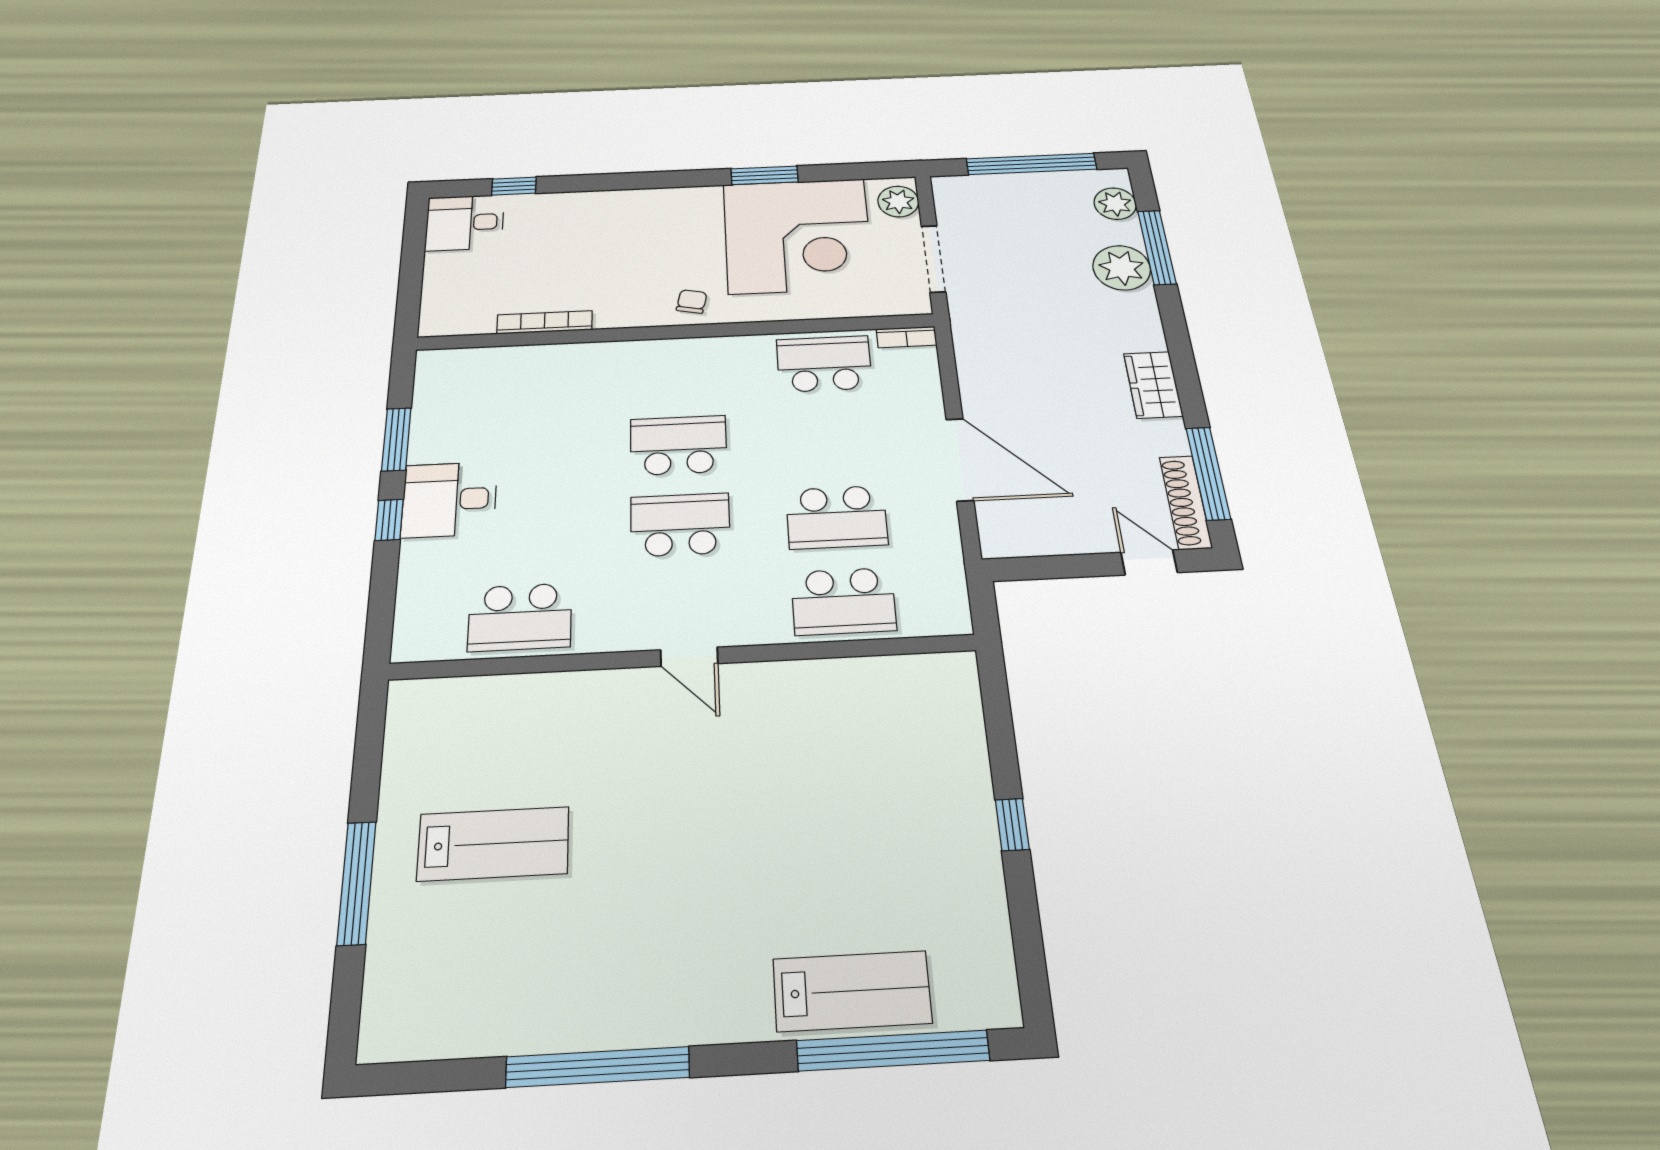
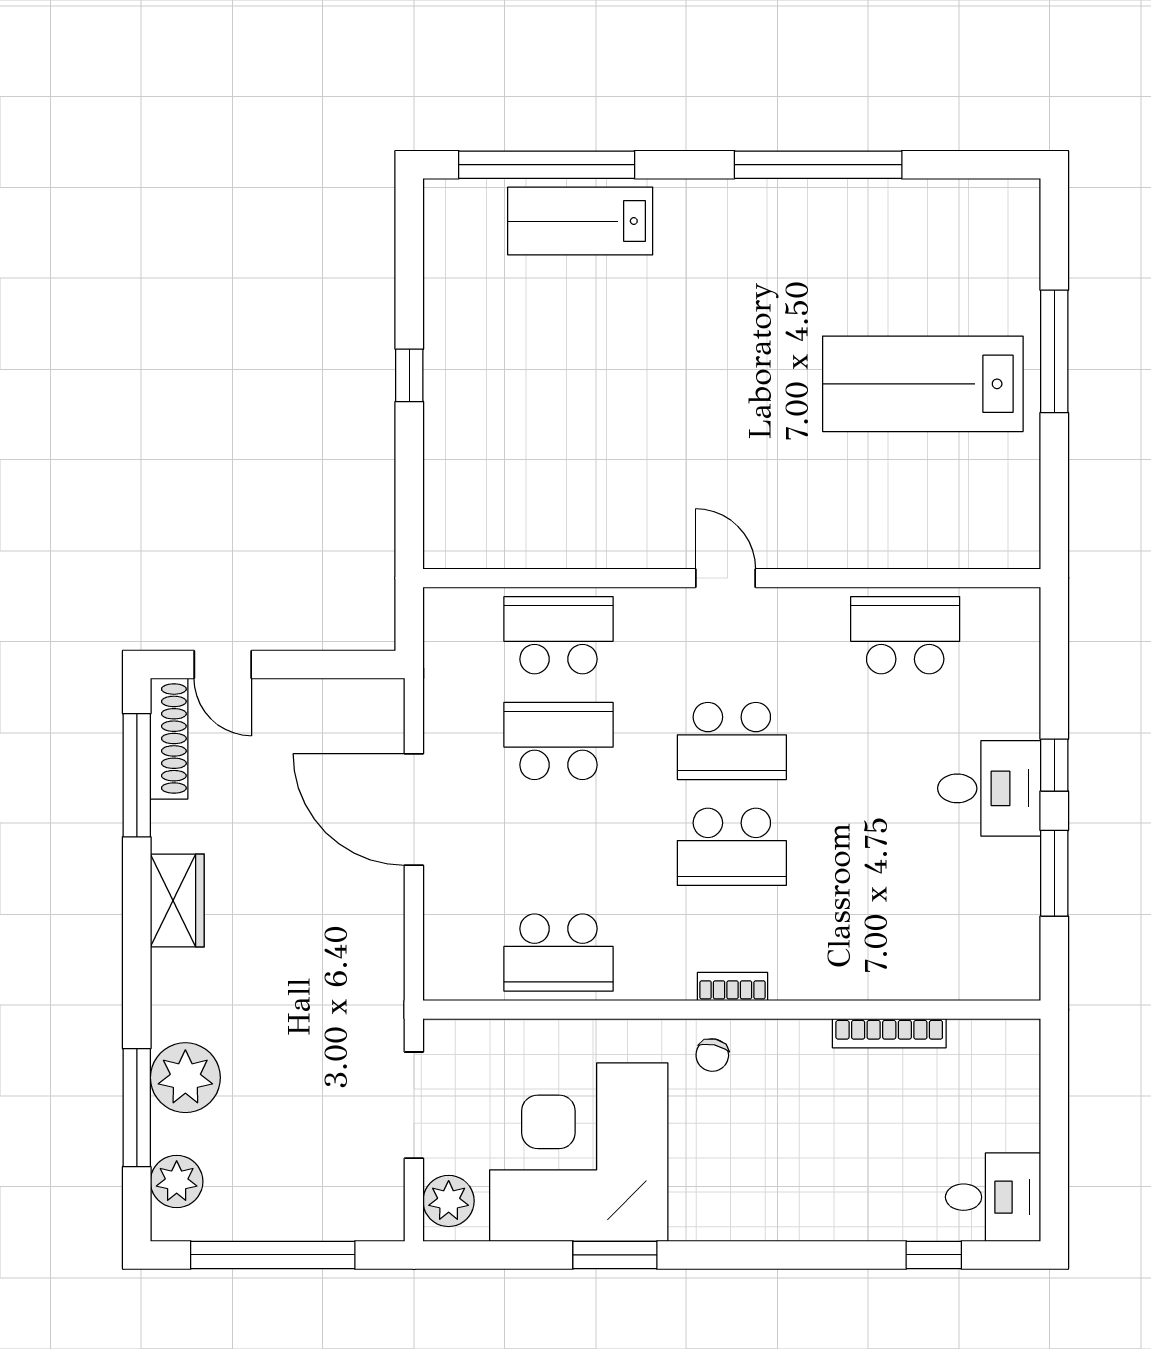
bookcase: (906, 337) -> (733, 987), moved
lab bench: (493, 844) -> (923, 384), width x1.36, depth x1.39

